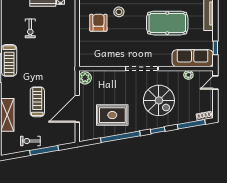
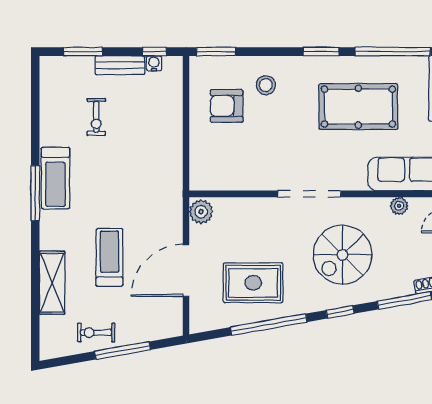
armchair: (98, 23) -> (227, 106), turned -90
spiral stairs: (159, 100) -> (343, 255), turned 90

